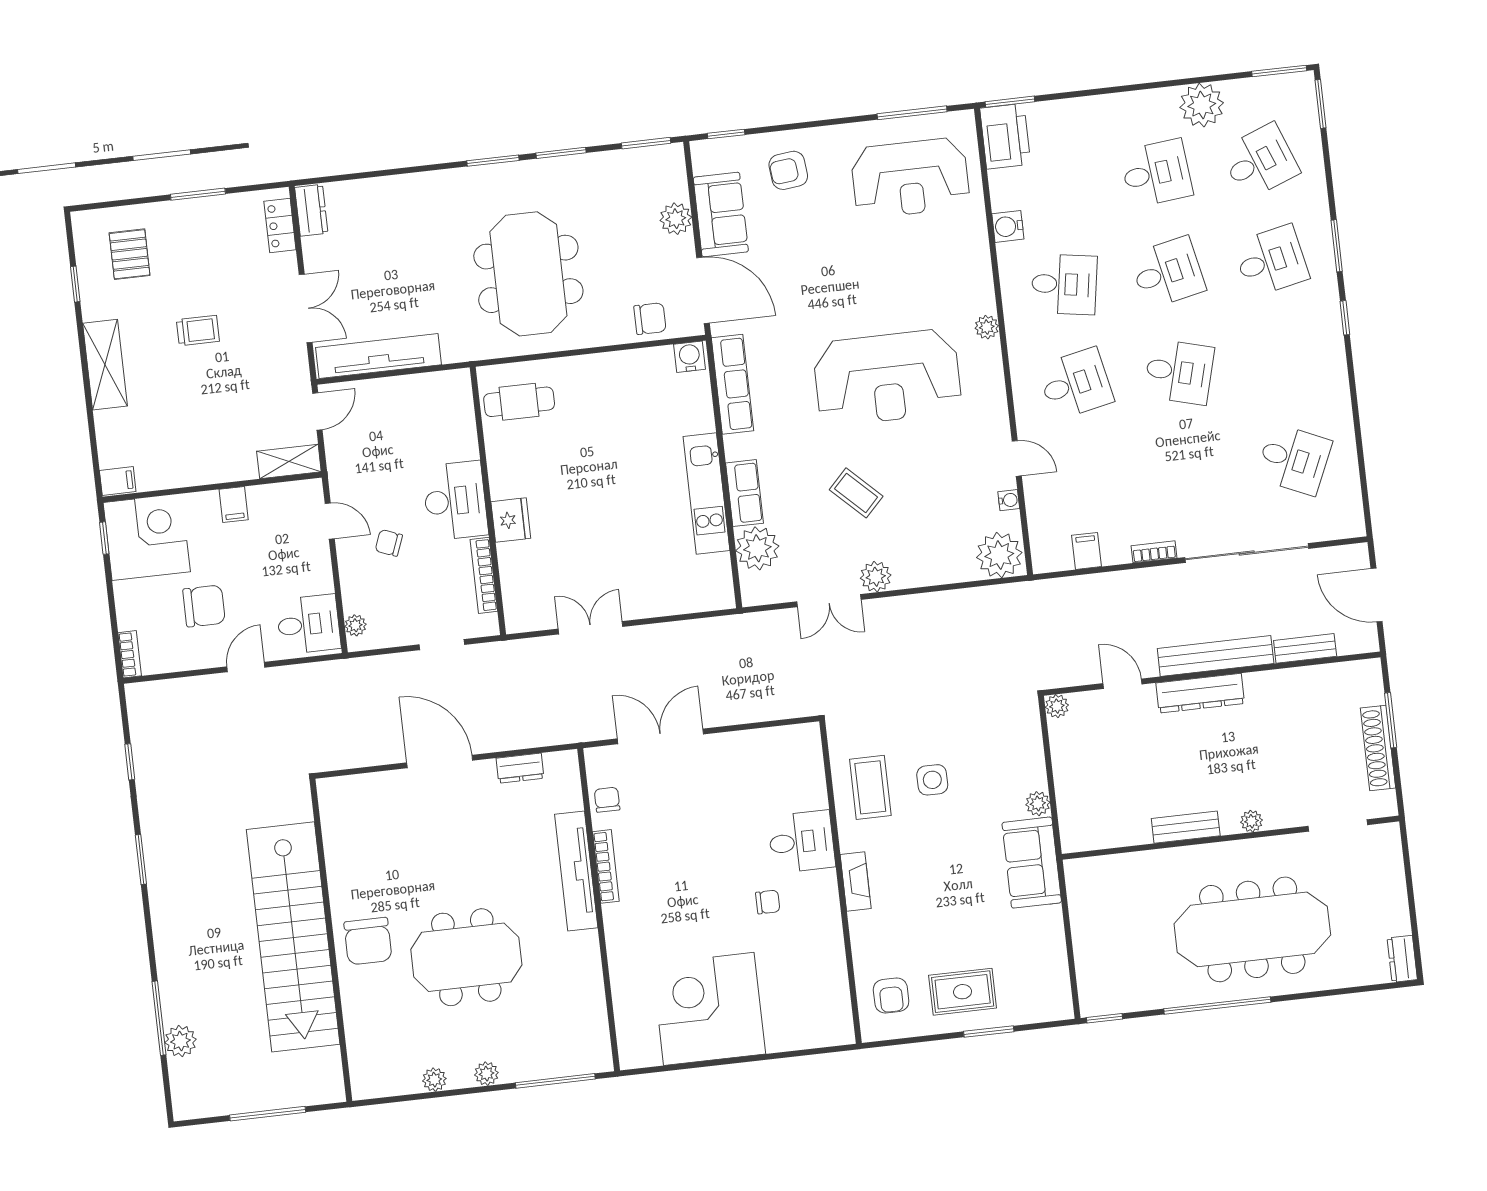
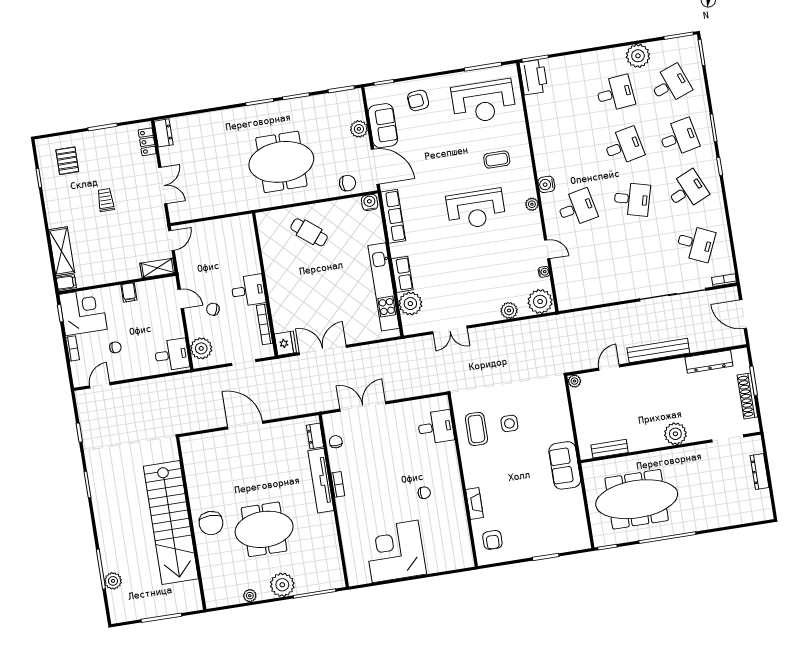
water cooler: (1008, 226) -> (546, 184), moved
meeting table: (528, 274) -> (281, 162), turned 90
desk: (1064, 284) -> (687, 190), moved, turned -33
plant: (987, 327) -> (532, 204), moved
trolley: (198, 331) -> (106, 200), turned -90
tv unit: (379, 356) -> (203, 209), removed
shelving: (105, 365) -> (62, 251), moved
reception desk: (887, 378) -> (476, 209), width x0.74, depth x0.77
cafe table: (519, 402) -> (309, 232), moved, turned 39
kitchen unit: (706, 493) -> (384, 287), width x1.36
coffee table: (856, 493) -> (497, 160), moved, turned -44
desk: (455, 501) -> (248, 291), width x0.73
fridge: (511, 520) -> (285, 343), moved
filing cabinet: (1087, 551) -> (587, 297), removed
bookcase: (1154, 552) -> (724, 280), moved
plant: (876, 577) -> (509, 310), moved
chair: (204, 606) -> (115, 347), width x0.54, depth x0.54
plant: (355, 625) -> (201, 348), width x1.87, depth x1.87
double door: (590, 628) -> (323, 350), width x1.37
bench: (1305, 648) -> (706, 344), removed
bookcase: (130, 654) -> (72, 349), moved
door: (246, 667) -> (100, 385), moved
door: (1123, 684) -> (609, 368), hinge flipped
dresser: (1200, 693) -> (709, 362), moved
dresser: (520, 768) -> (315, 436), moved, turned 90
plant: (1038, 804) -> (567, 434), removed
plant: (1252, 821) -> (675, 434), width x1.87, depth x1.87
bench: (1186, 827) -> (610, 449), moved
desk: (801, 842) -> (436, 427), moved
bookcase: (606, 866) -> (338, 484), width x0.64
fireplace: (856, 881) -> (475, 503), moved
meeting table: (1252, 929) -> (637, 499), moved
dresser: (1402, 959) -> (759, 471), moved, width x1.44
rug: (963, 992) -> (531, 536), removed
plant: (486, 1074) -> (282, 585), width x1.88, depth x1.88

